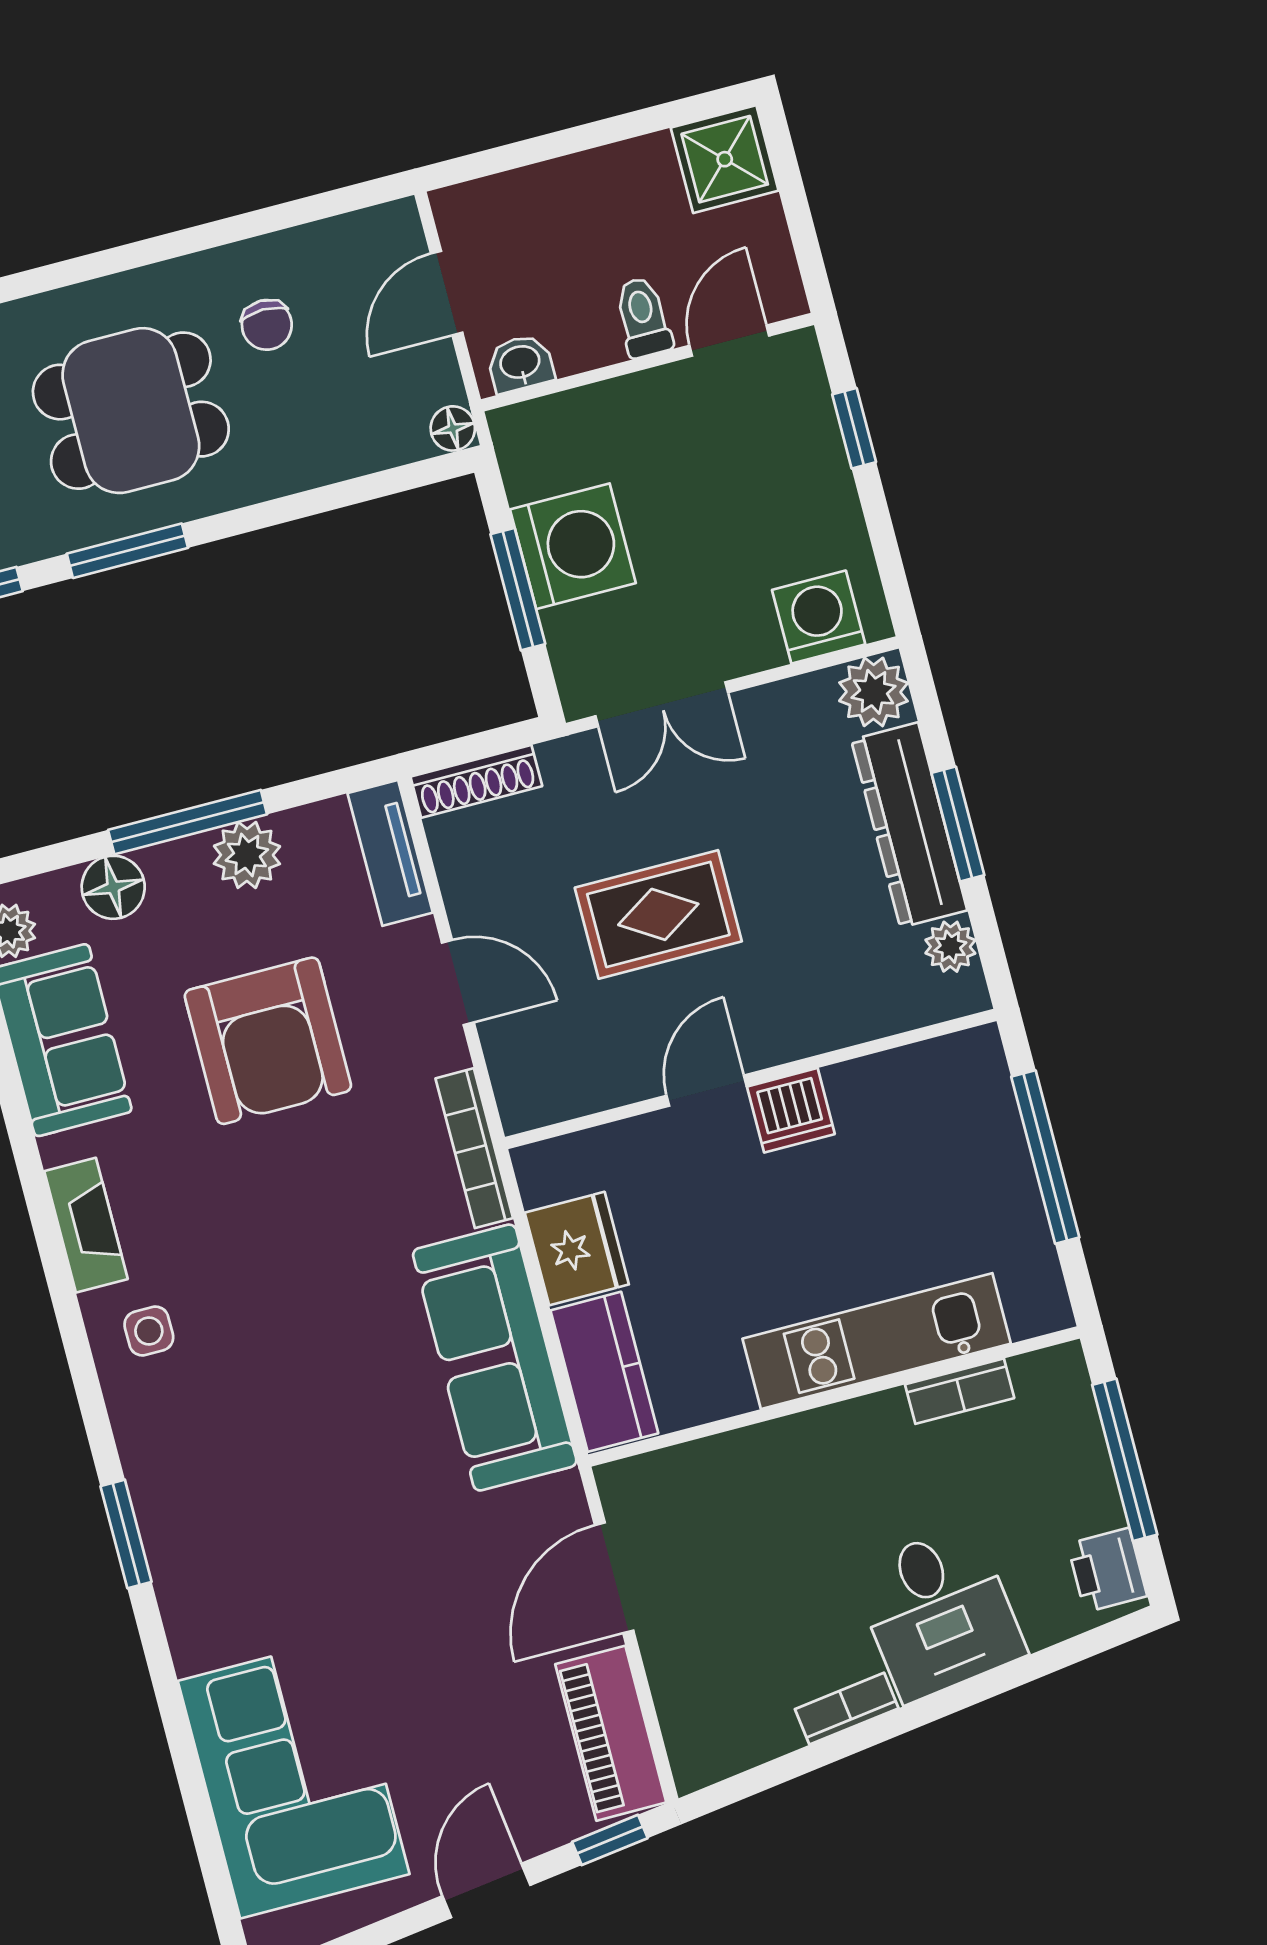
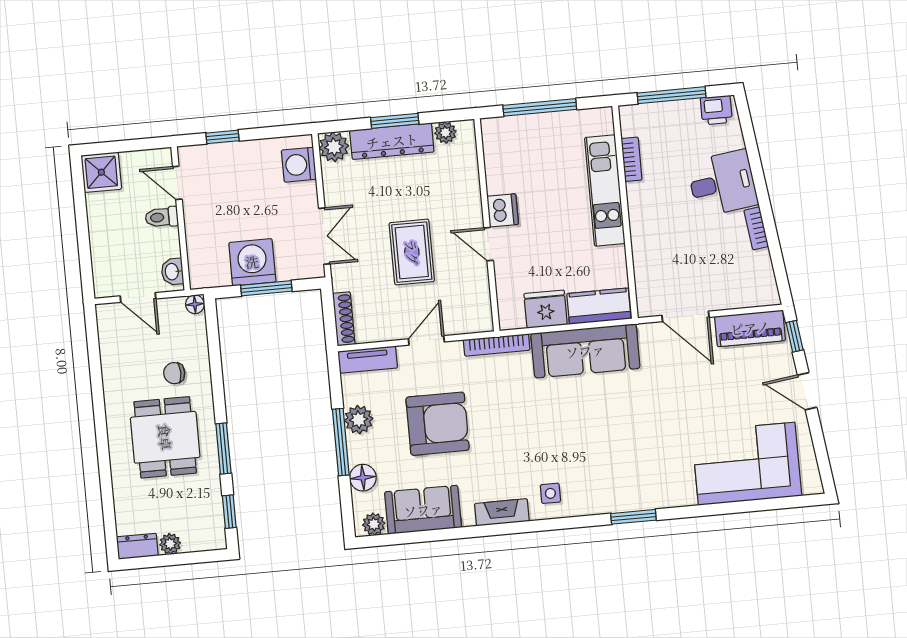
chair: (267, 325) -> (174, 373), moved, turned 180

